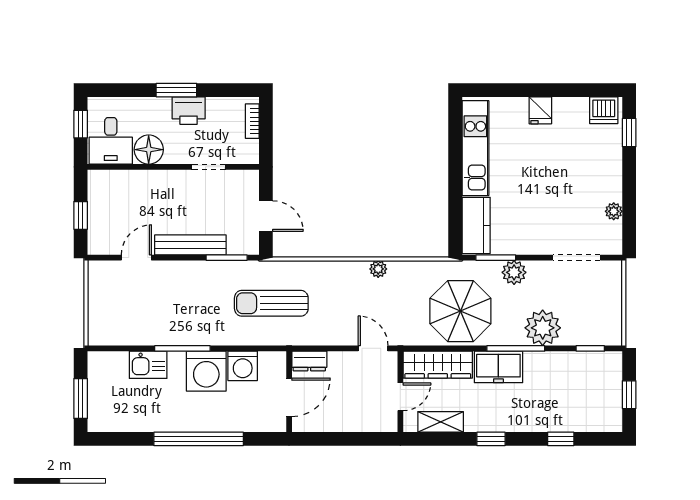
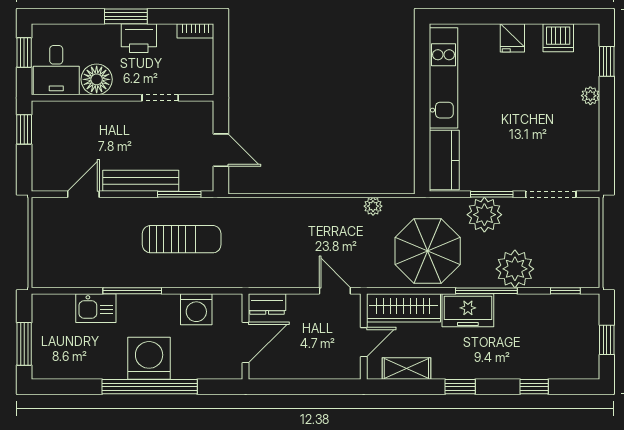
dishwasher: (604, 110) -> (558, 38), moved
bookcase: (252, 121) -> (195, 31), moved, turned -90
plant: (614, 211) -> (590, 96), moved
window: (81, 215) -> (24, 129), moved
window: (496, 258) -> (492, 194), moved
plant: (378, 269) -> (373, 206), moved
plant: (514, 272) -> (484, 215), width x1.36, depth x1.36
sun lounger: (271, 303) -> (182, 239), moved, turned 180
washing machine: (206, 371) -> (149, 358), moved, turned 180

